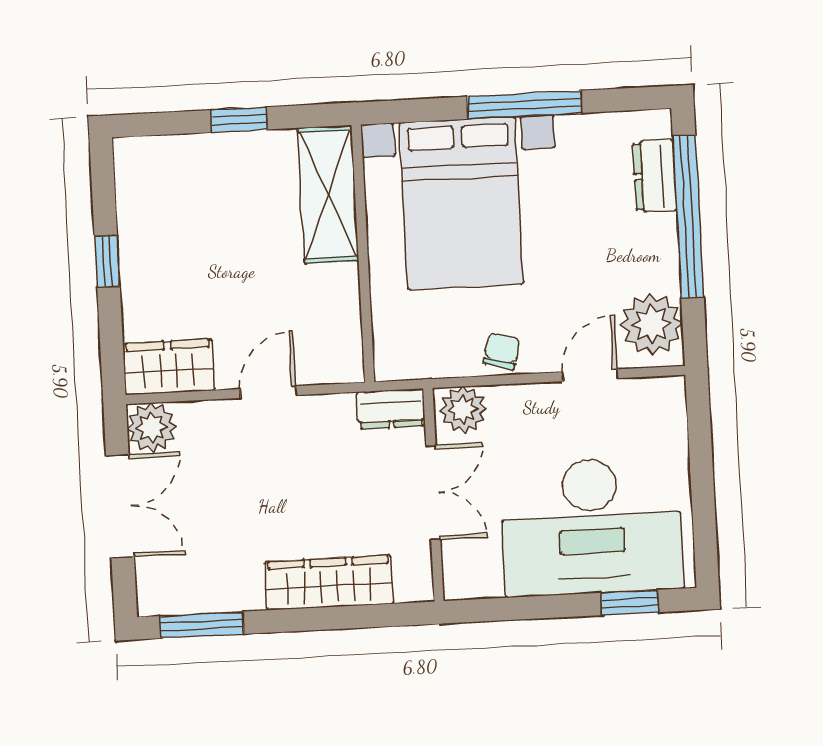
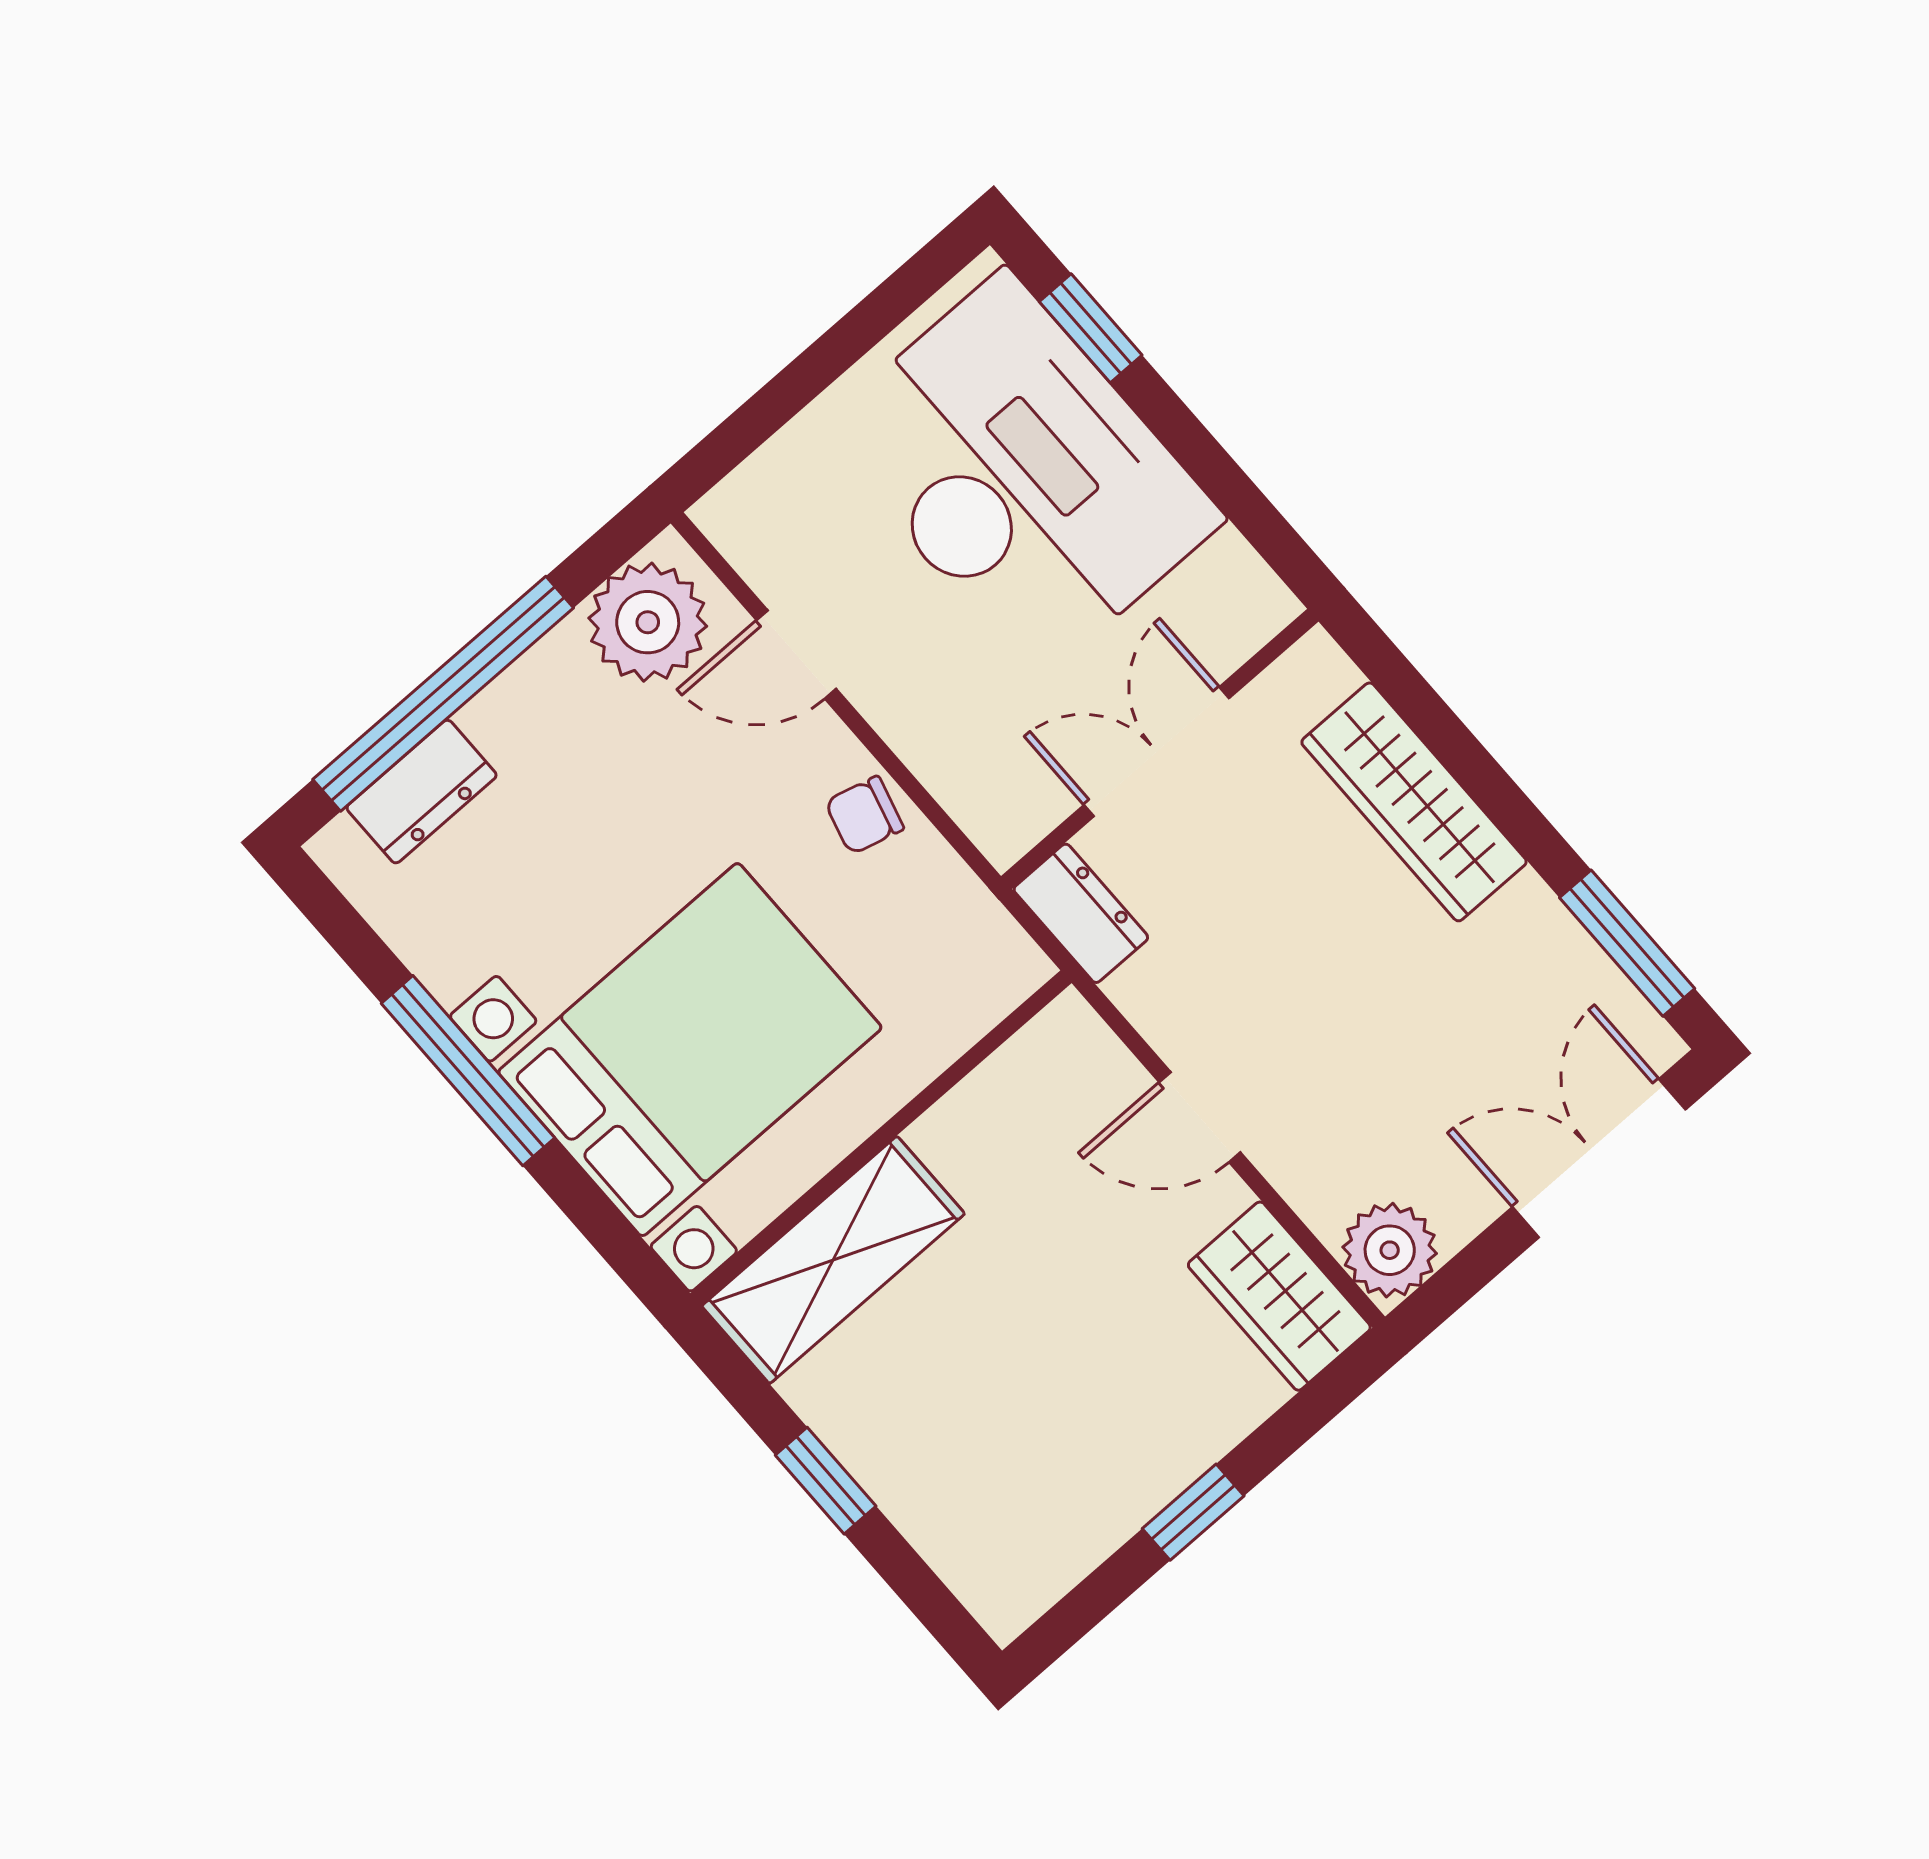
plant: (463, 410) -> (997, 804), removed
double door: (120, 506) -> (1599, 1158), moved

